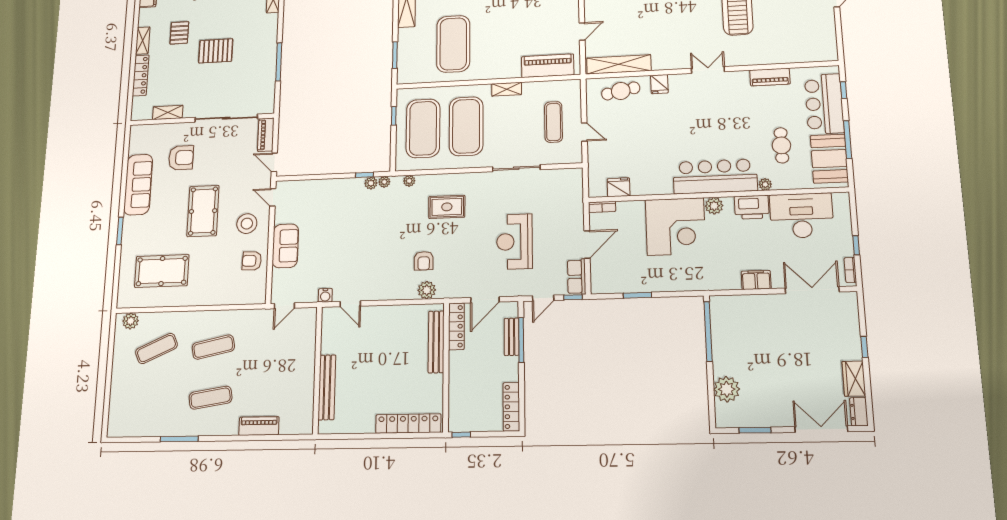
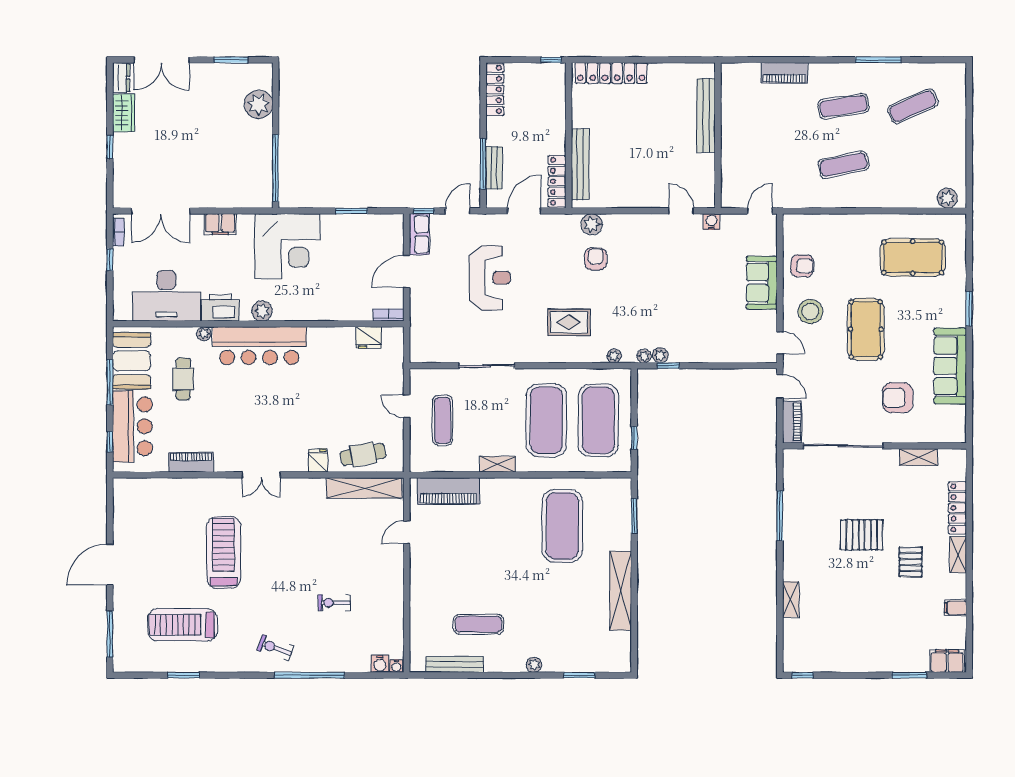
corner desk: (675, 227) -> (287, 246), moved, turned 180
exercise mat: (156, 349) -> (913, 106), moved

